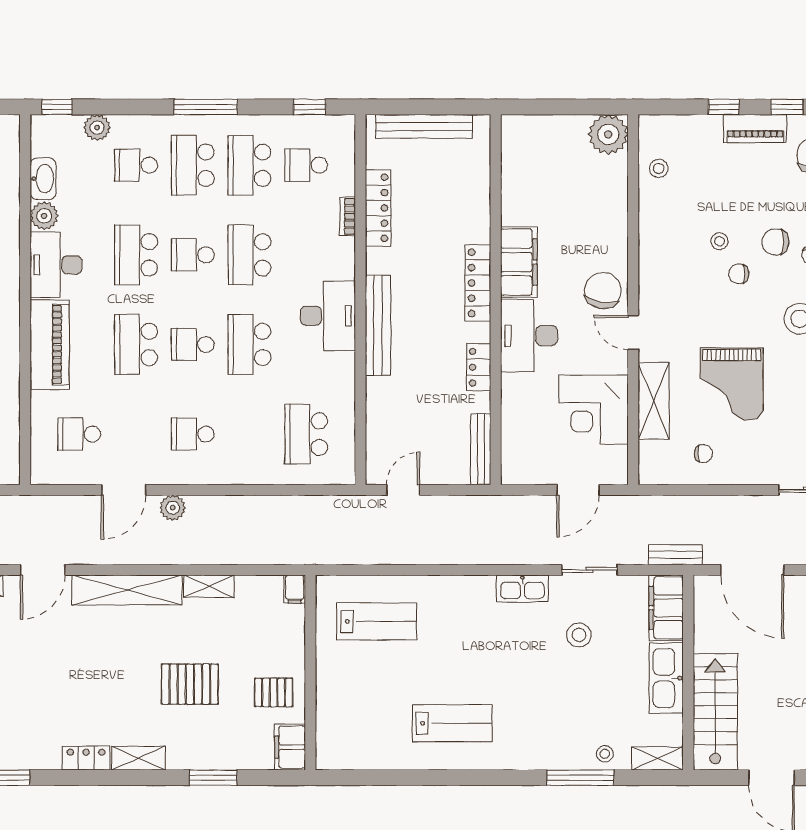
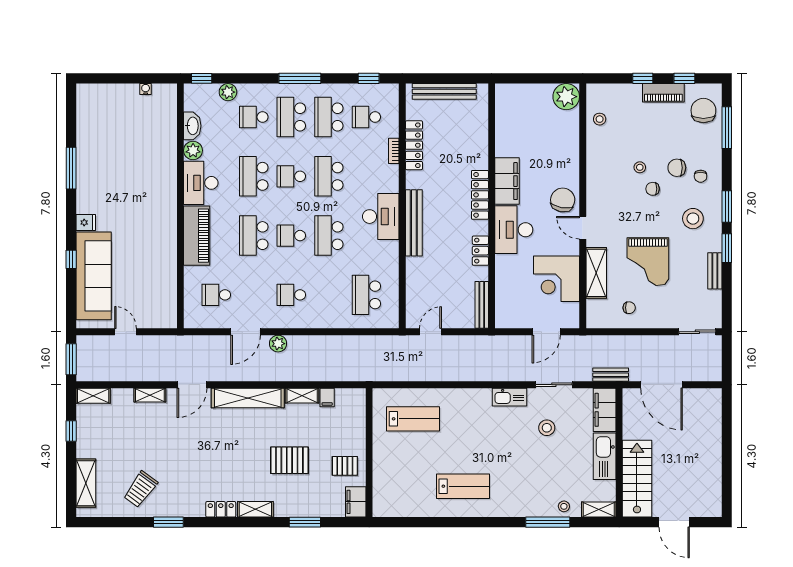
filing cabinet: (295, 589) -> (327, 397), moved

